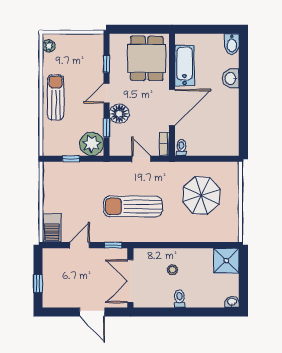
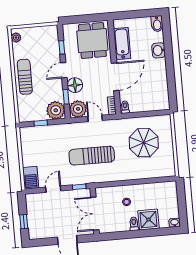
plant: (121, 145) -> (78, 109), added
shower: (226, 261) -> (149, 220), moved

